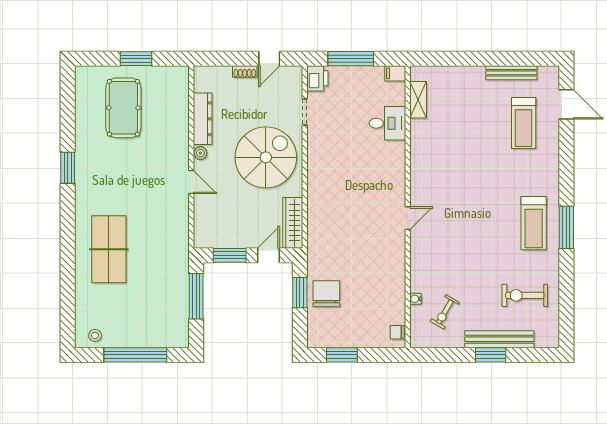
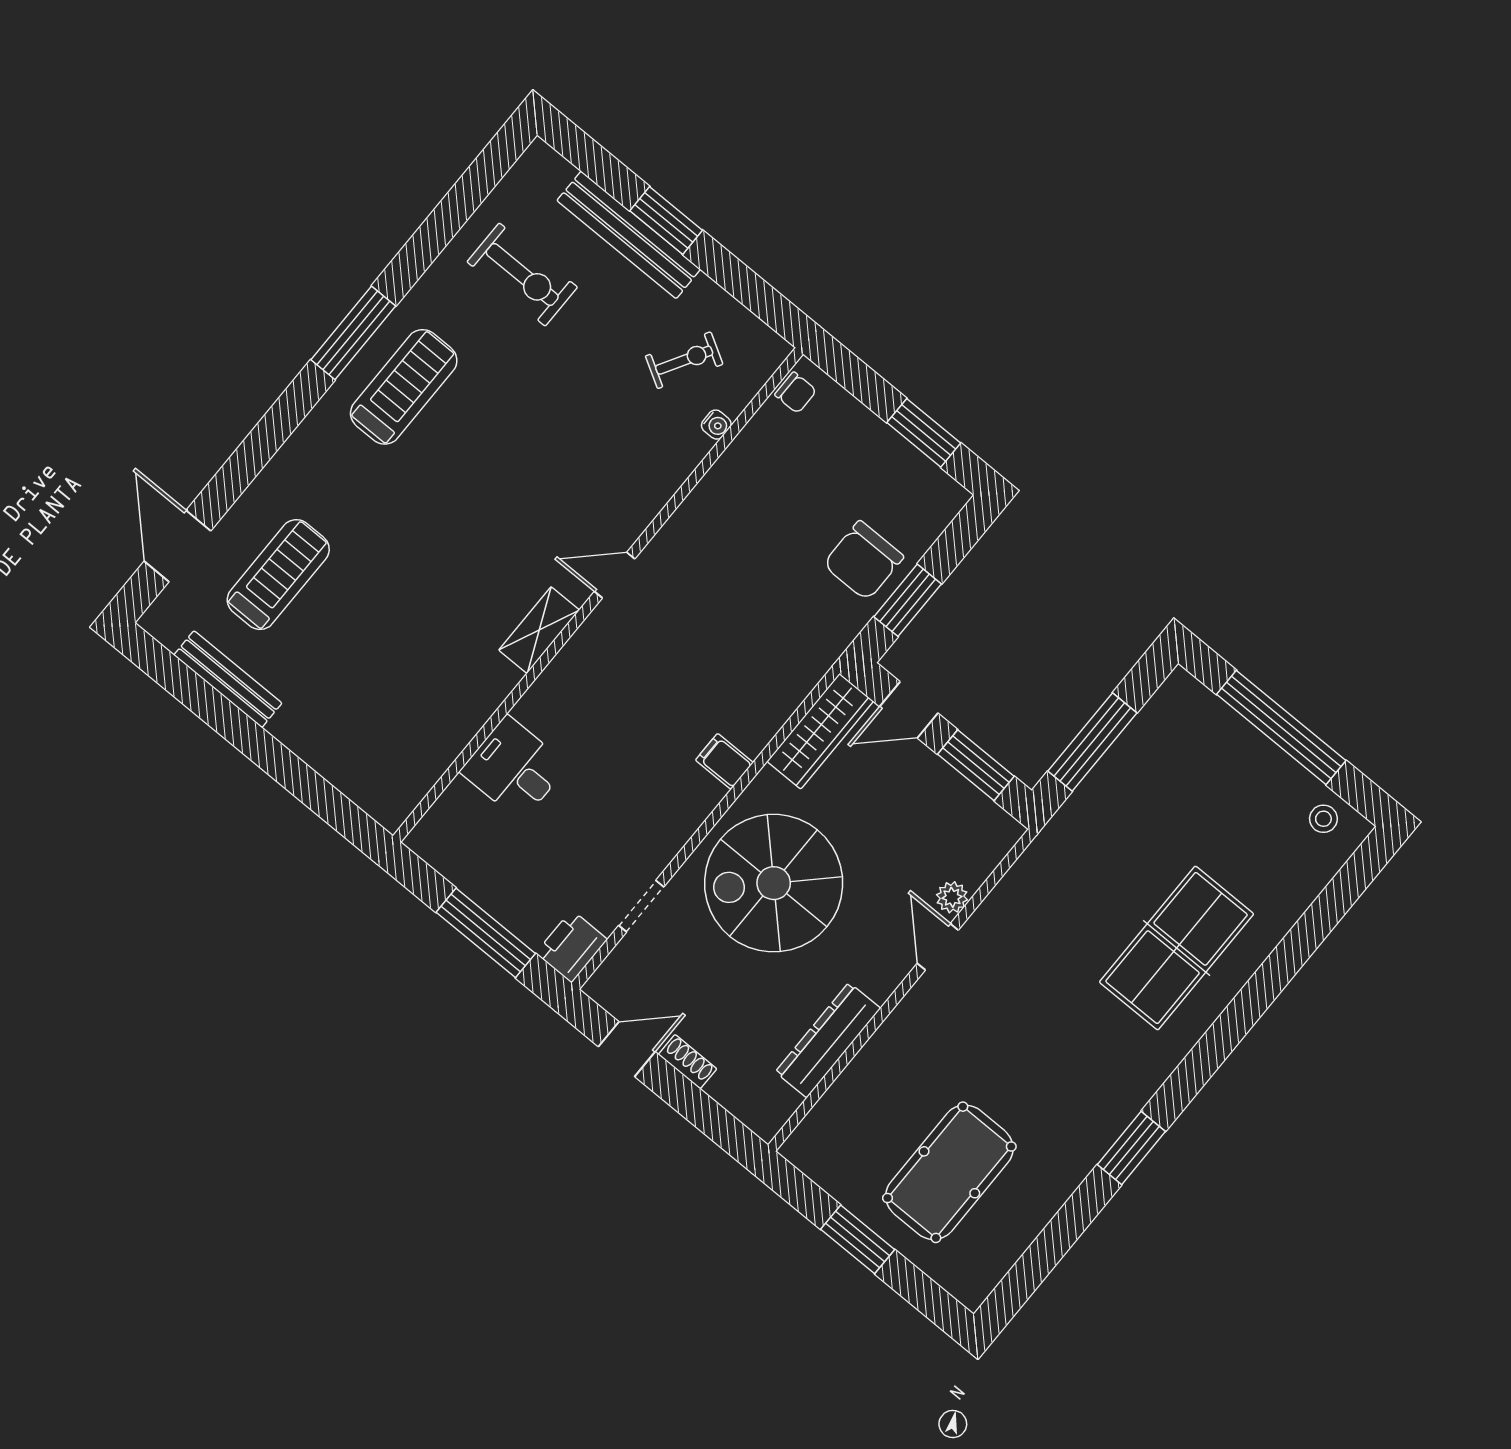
filing cabinet: (395, 73) -> (724, 761), moved, turned 180
shelving: (418, 100) -> (539, 630), moved
plant: (200, 153) -> (952, 897), moved

